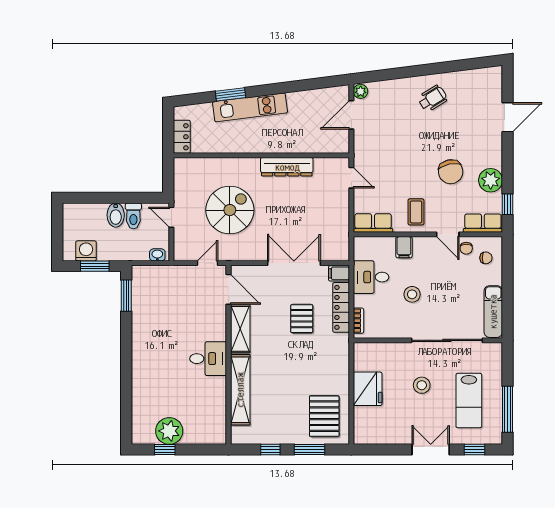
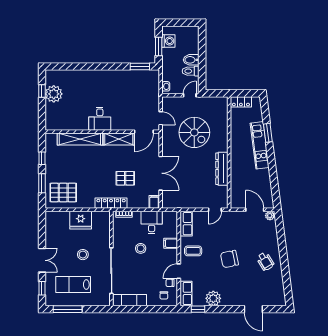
chair: (451, 172) -> (229, 259), moved
locker: (341, 307) -> (111, 203), moved

